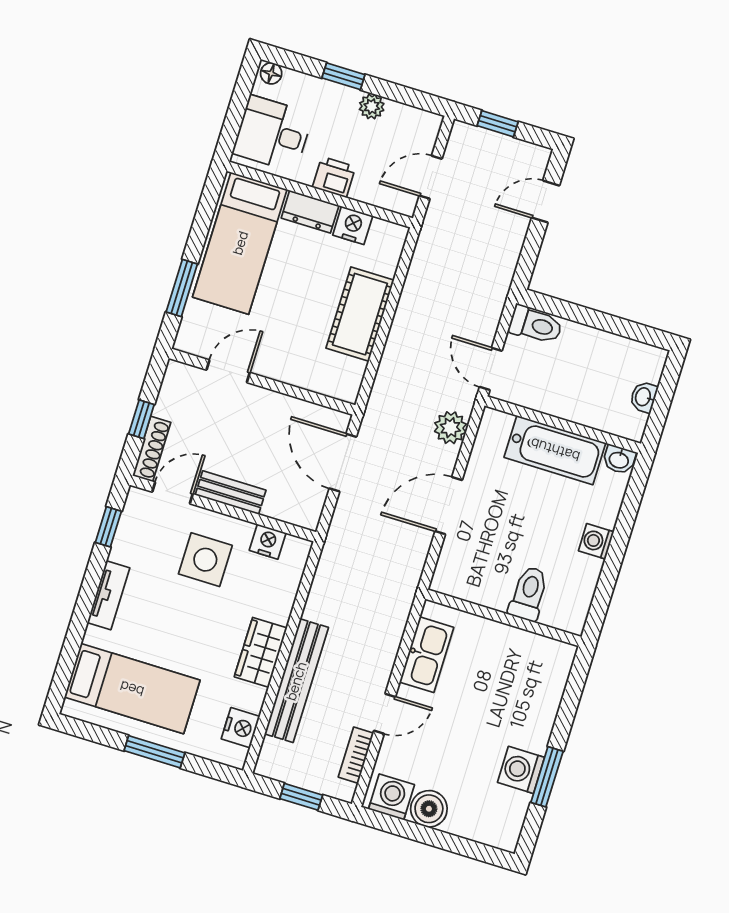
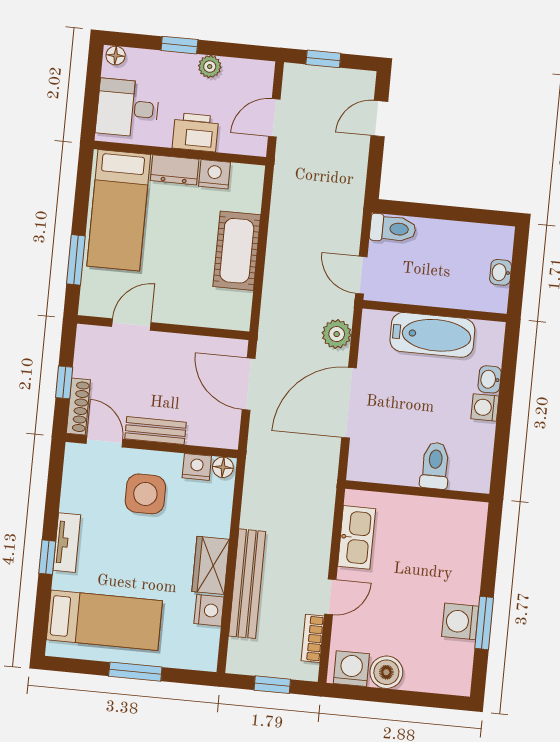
printer: (334, 177) -> (195, 132), width x1.36, depth x1.24
washbasin: (619, 460) -> (490, 379), moved, turned 90
door: (172, 493) -> (105, 441), hinge flipped
door: (449, 506) -> (349, 403), width x1.36
window: (108, 527) -> (47, 557), moved
floor lamp: (296, 548) -> (223, 467), added
nightstand: (241, 728) -> (209, 610), moved

